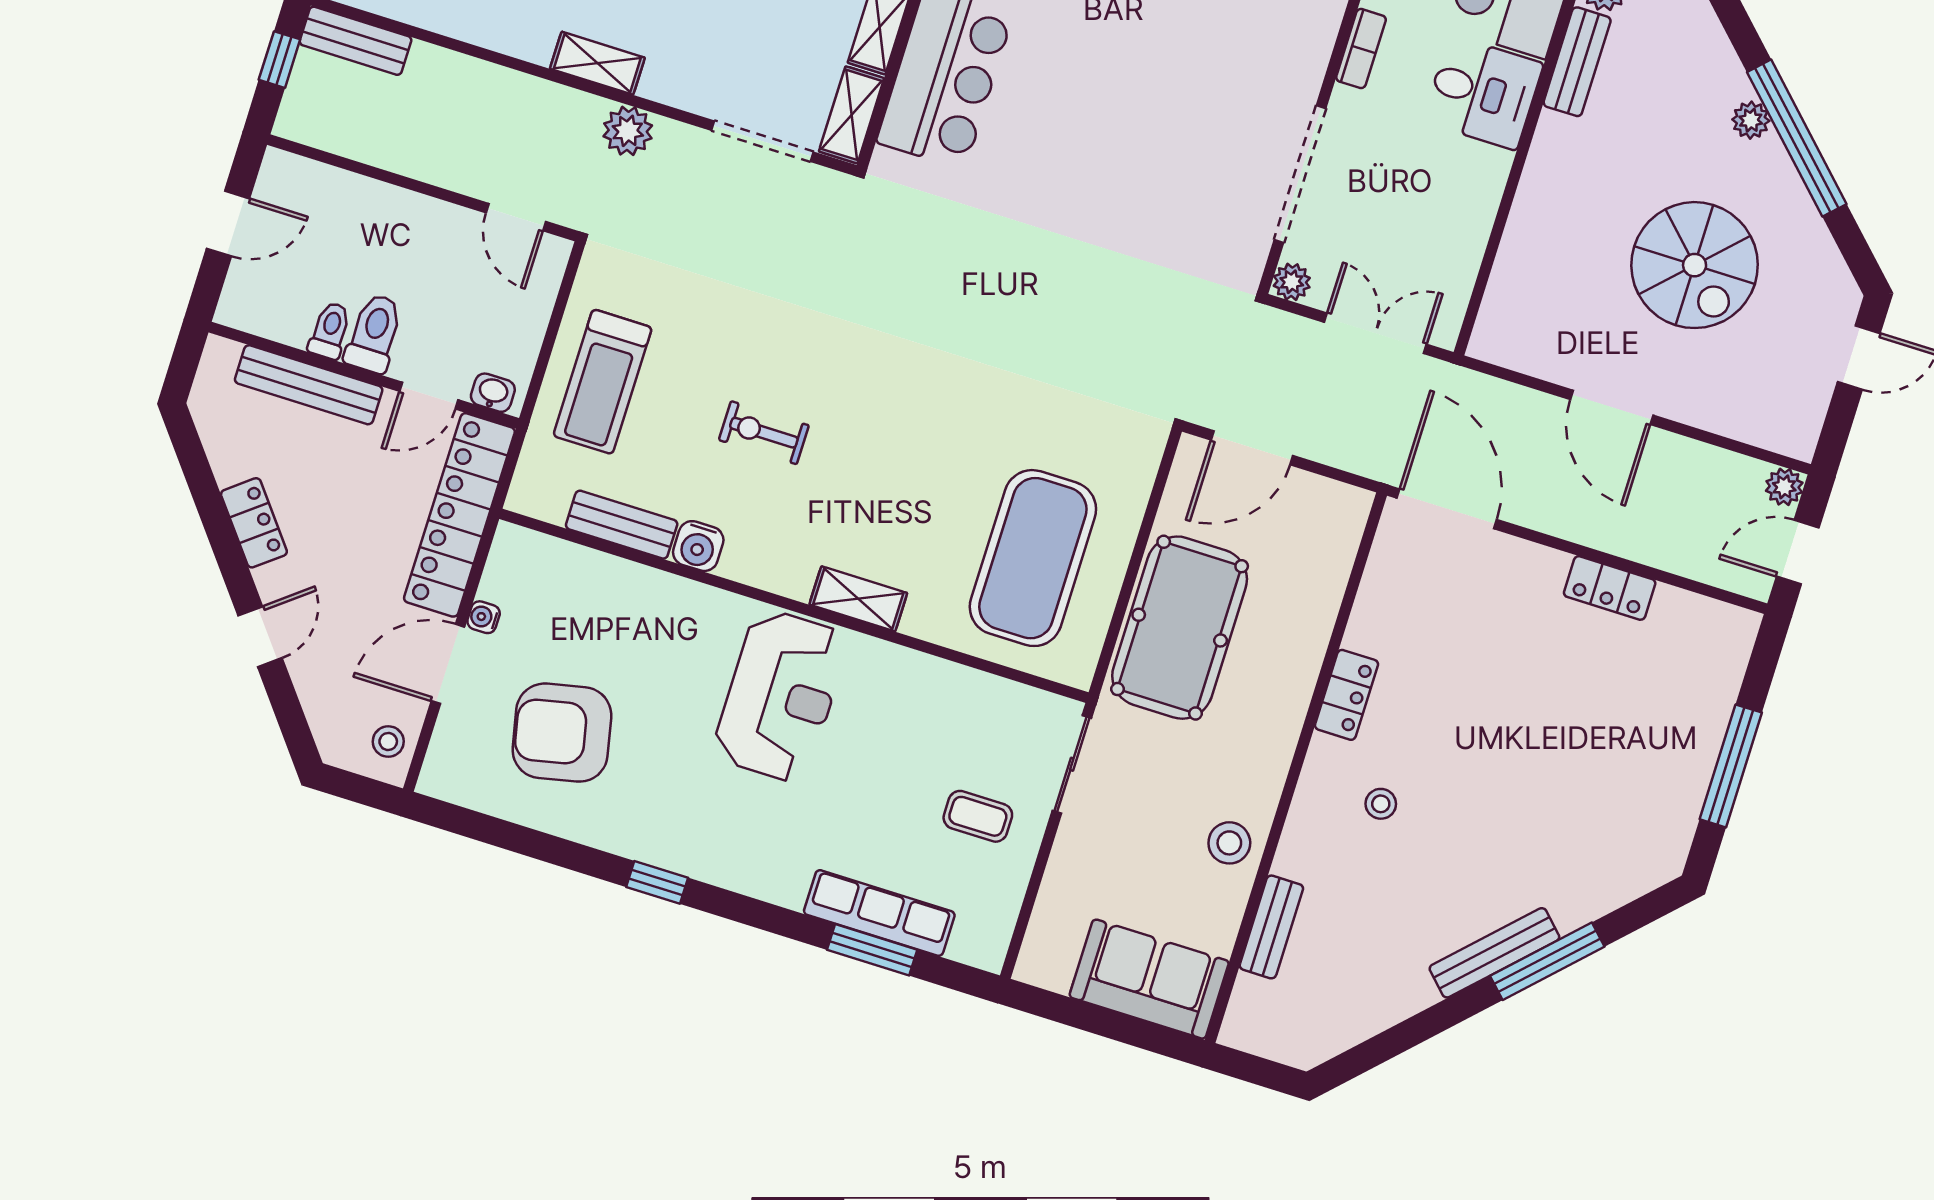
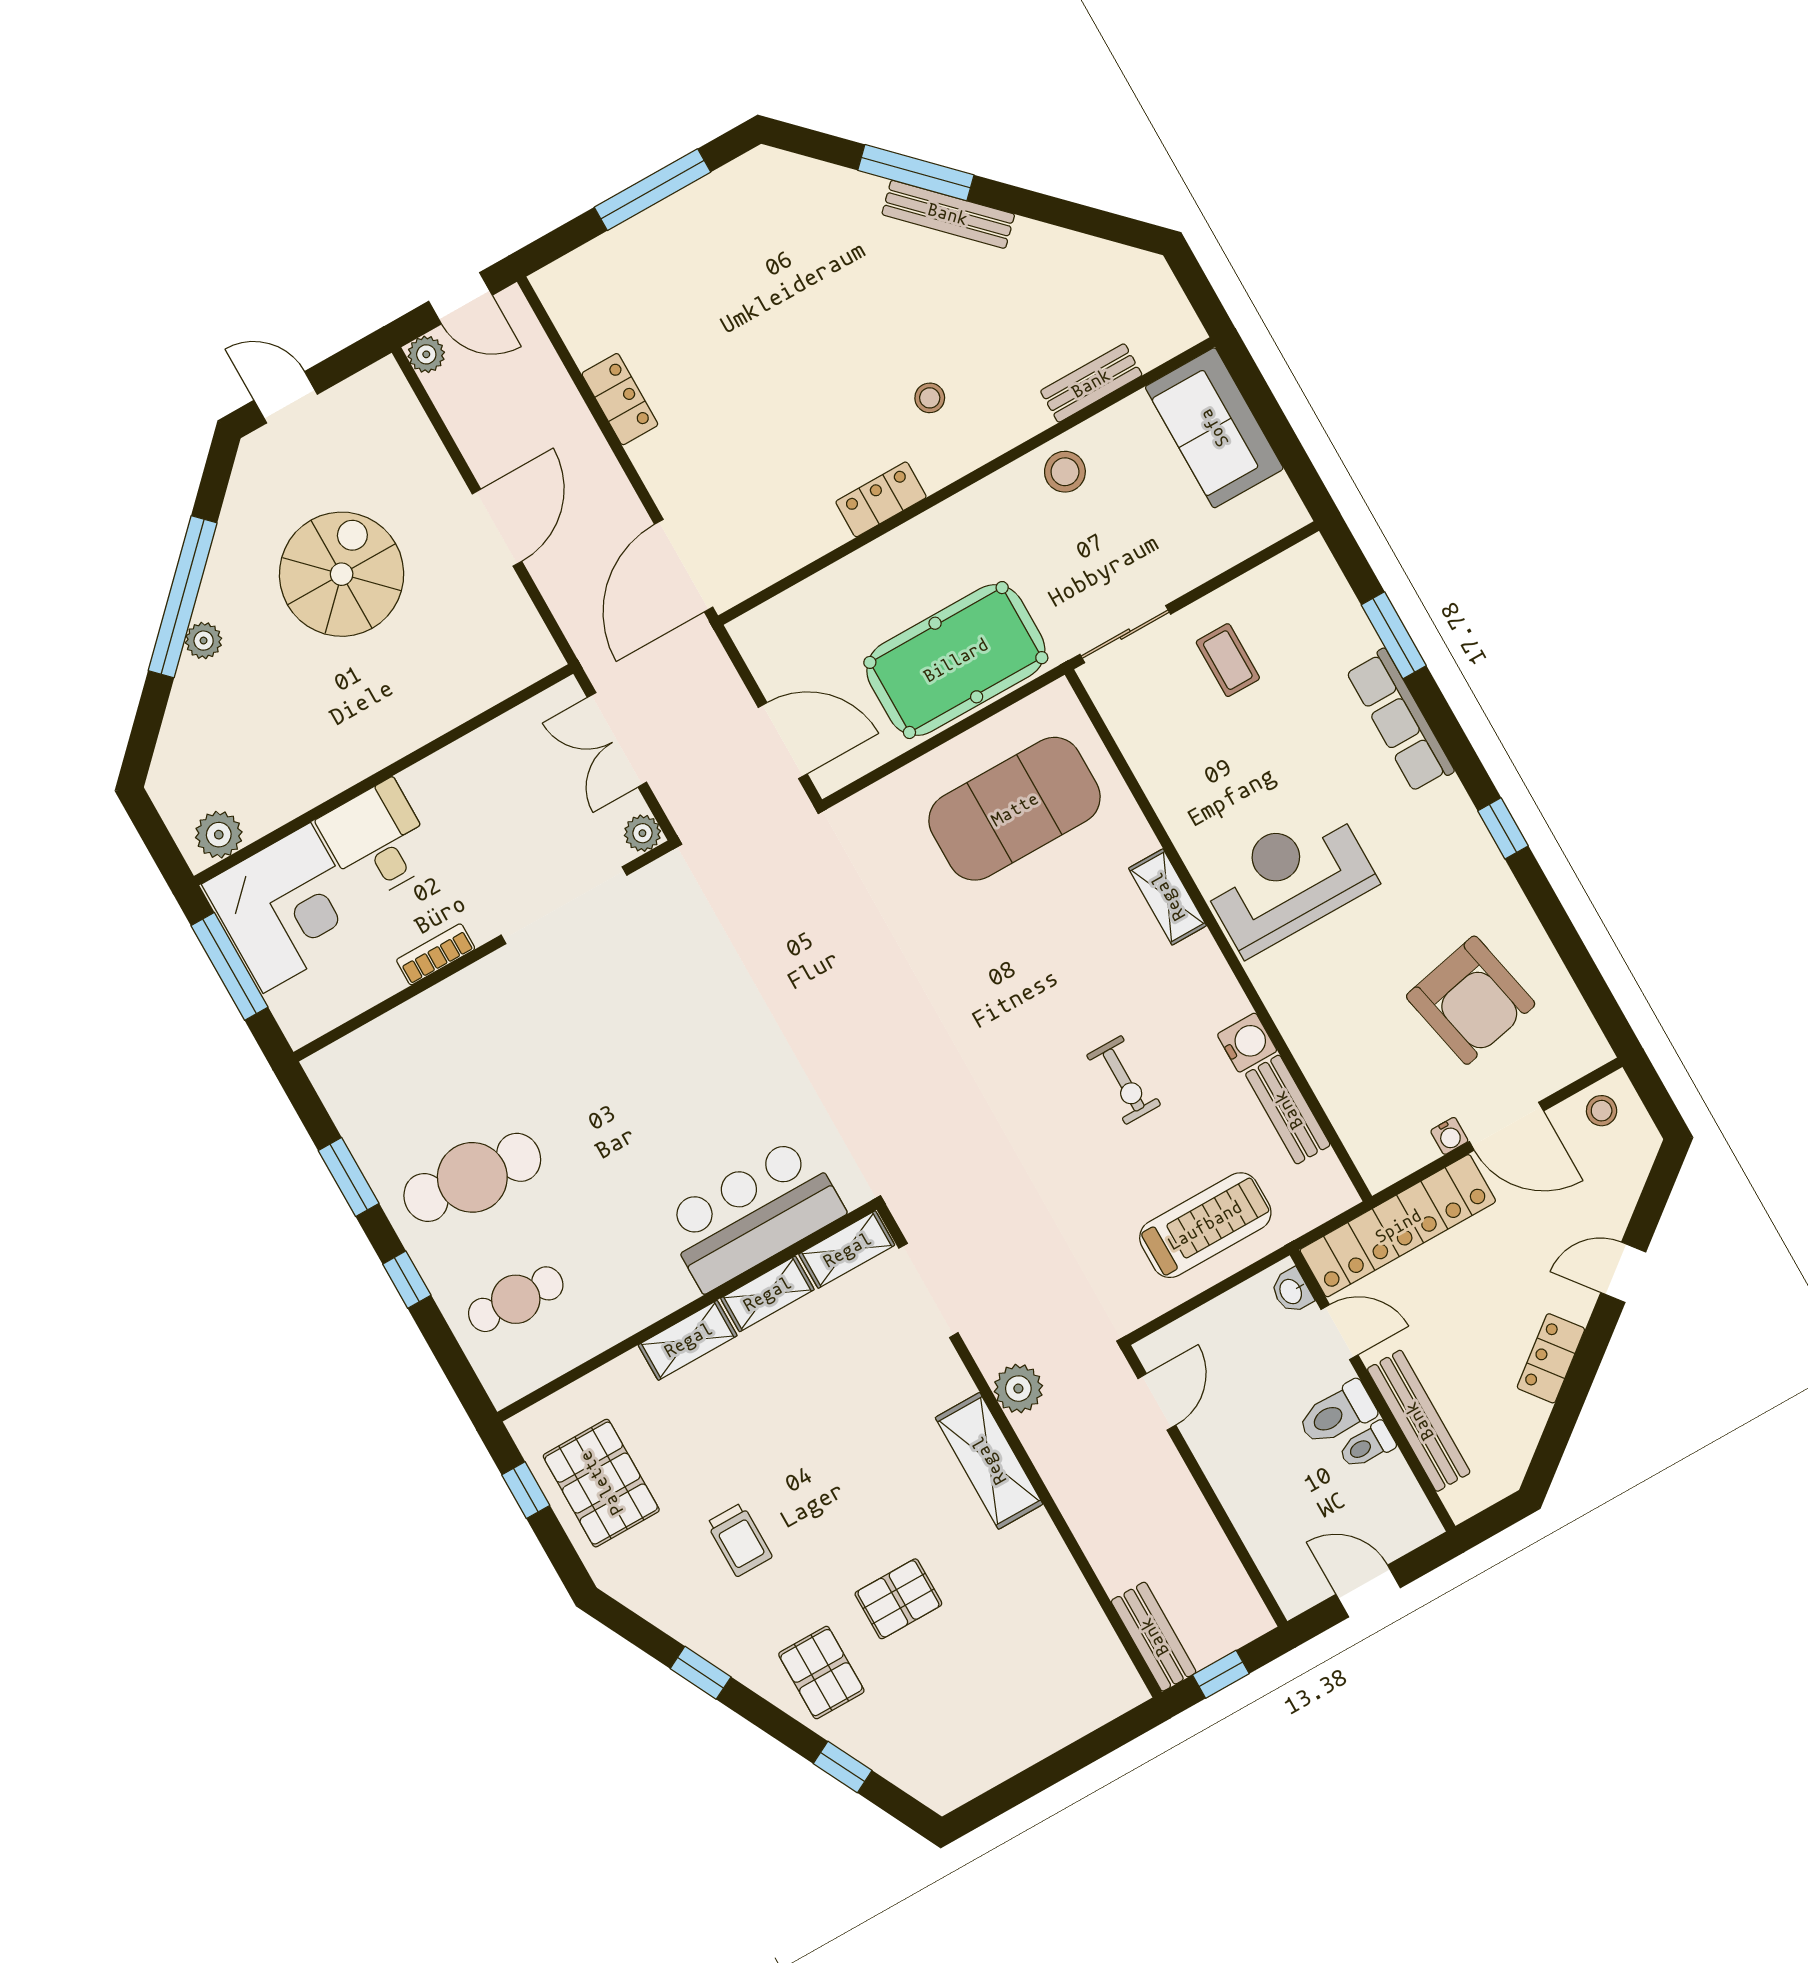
bench: (1577, 62) -> (289, 799), removed
shelving: (597, 63) -> (989, 1461), width x1.50, depth x1.33
row of seats: (879, 913) -> (1400, 721), moved

